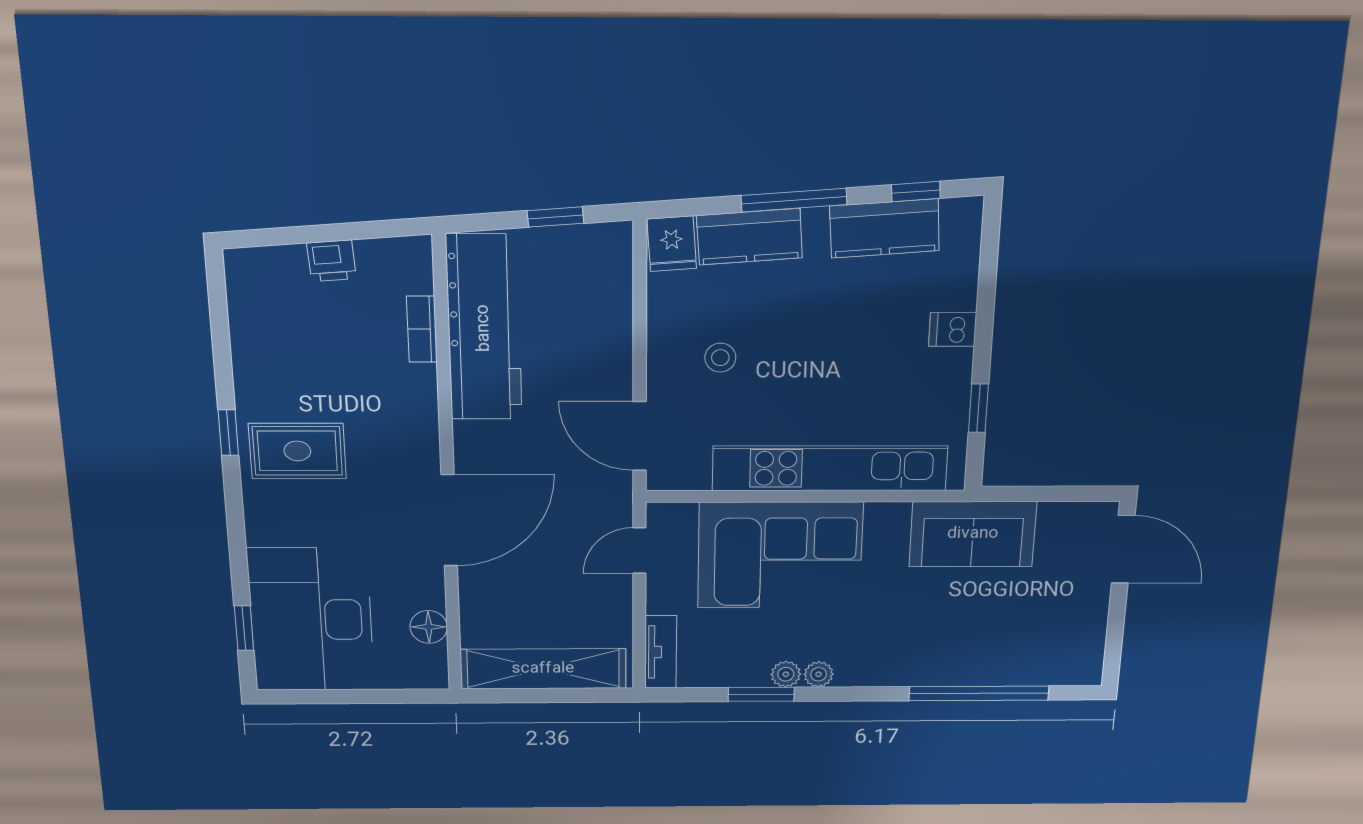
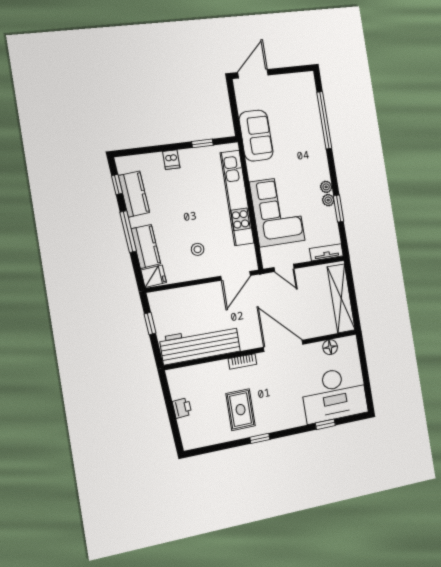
bookcase: (422, 329) -> (242, 361), moved
rug: (297, 451) -> (241, 410), moved
window: (244, 628) -> (325, 424), moved

